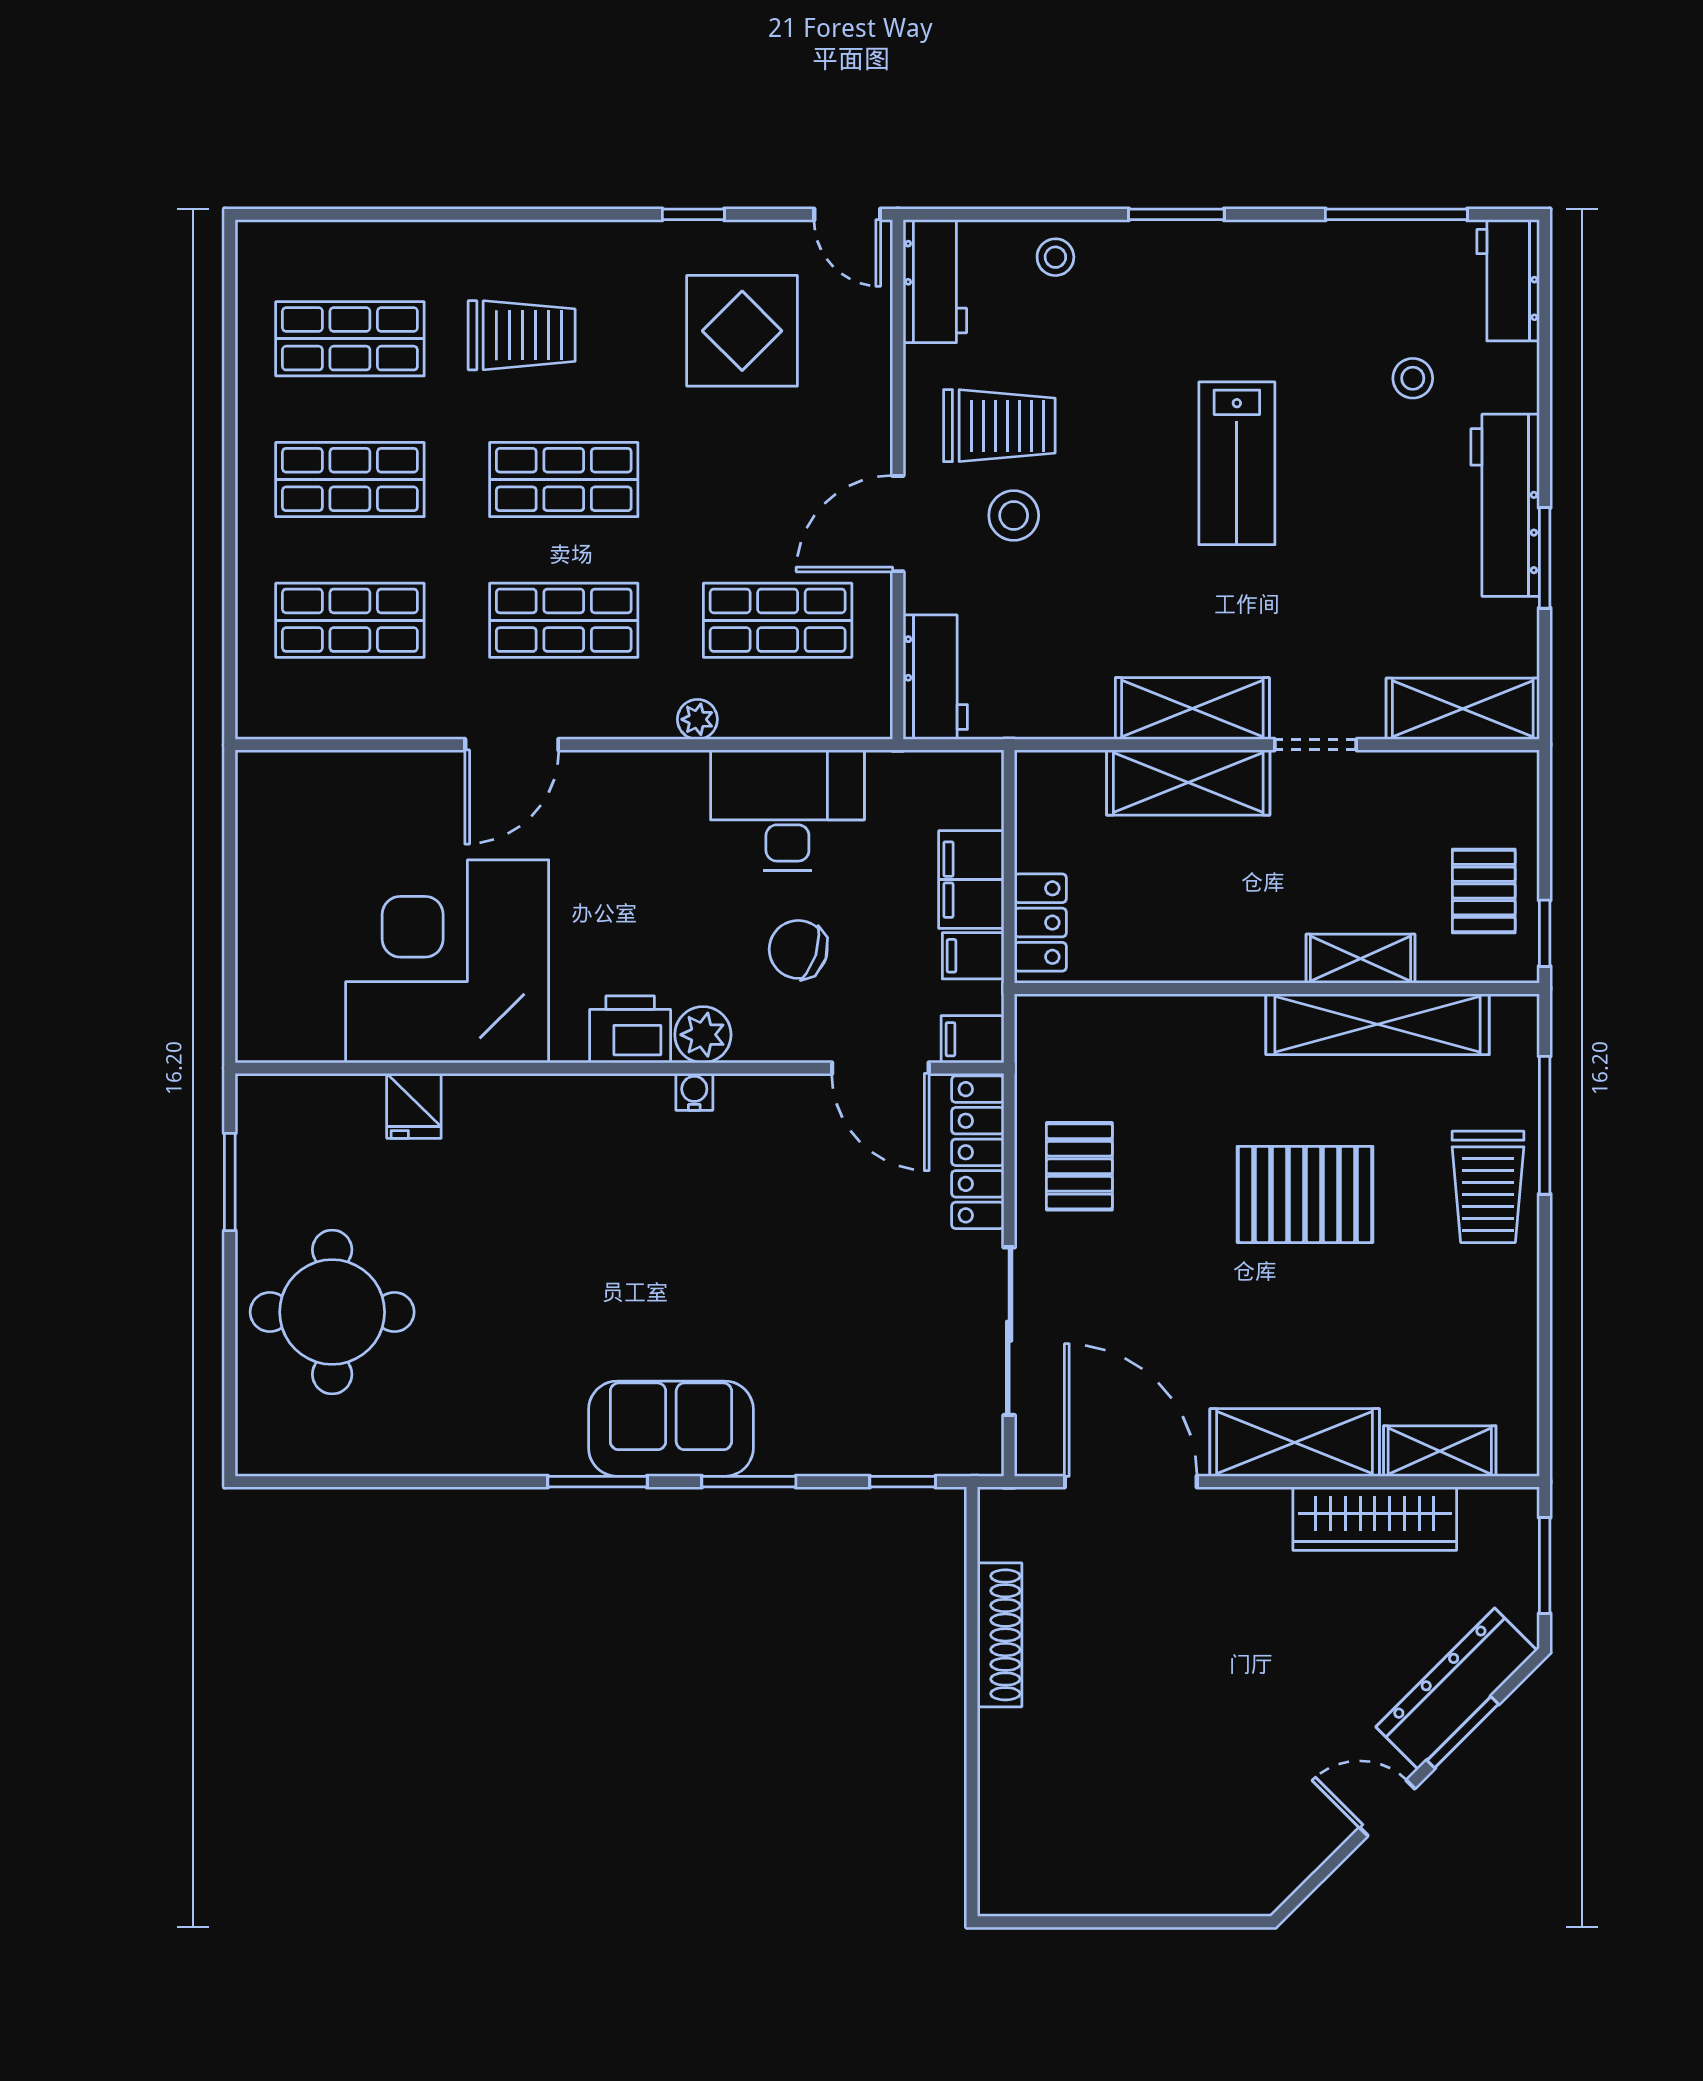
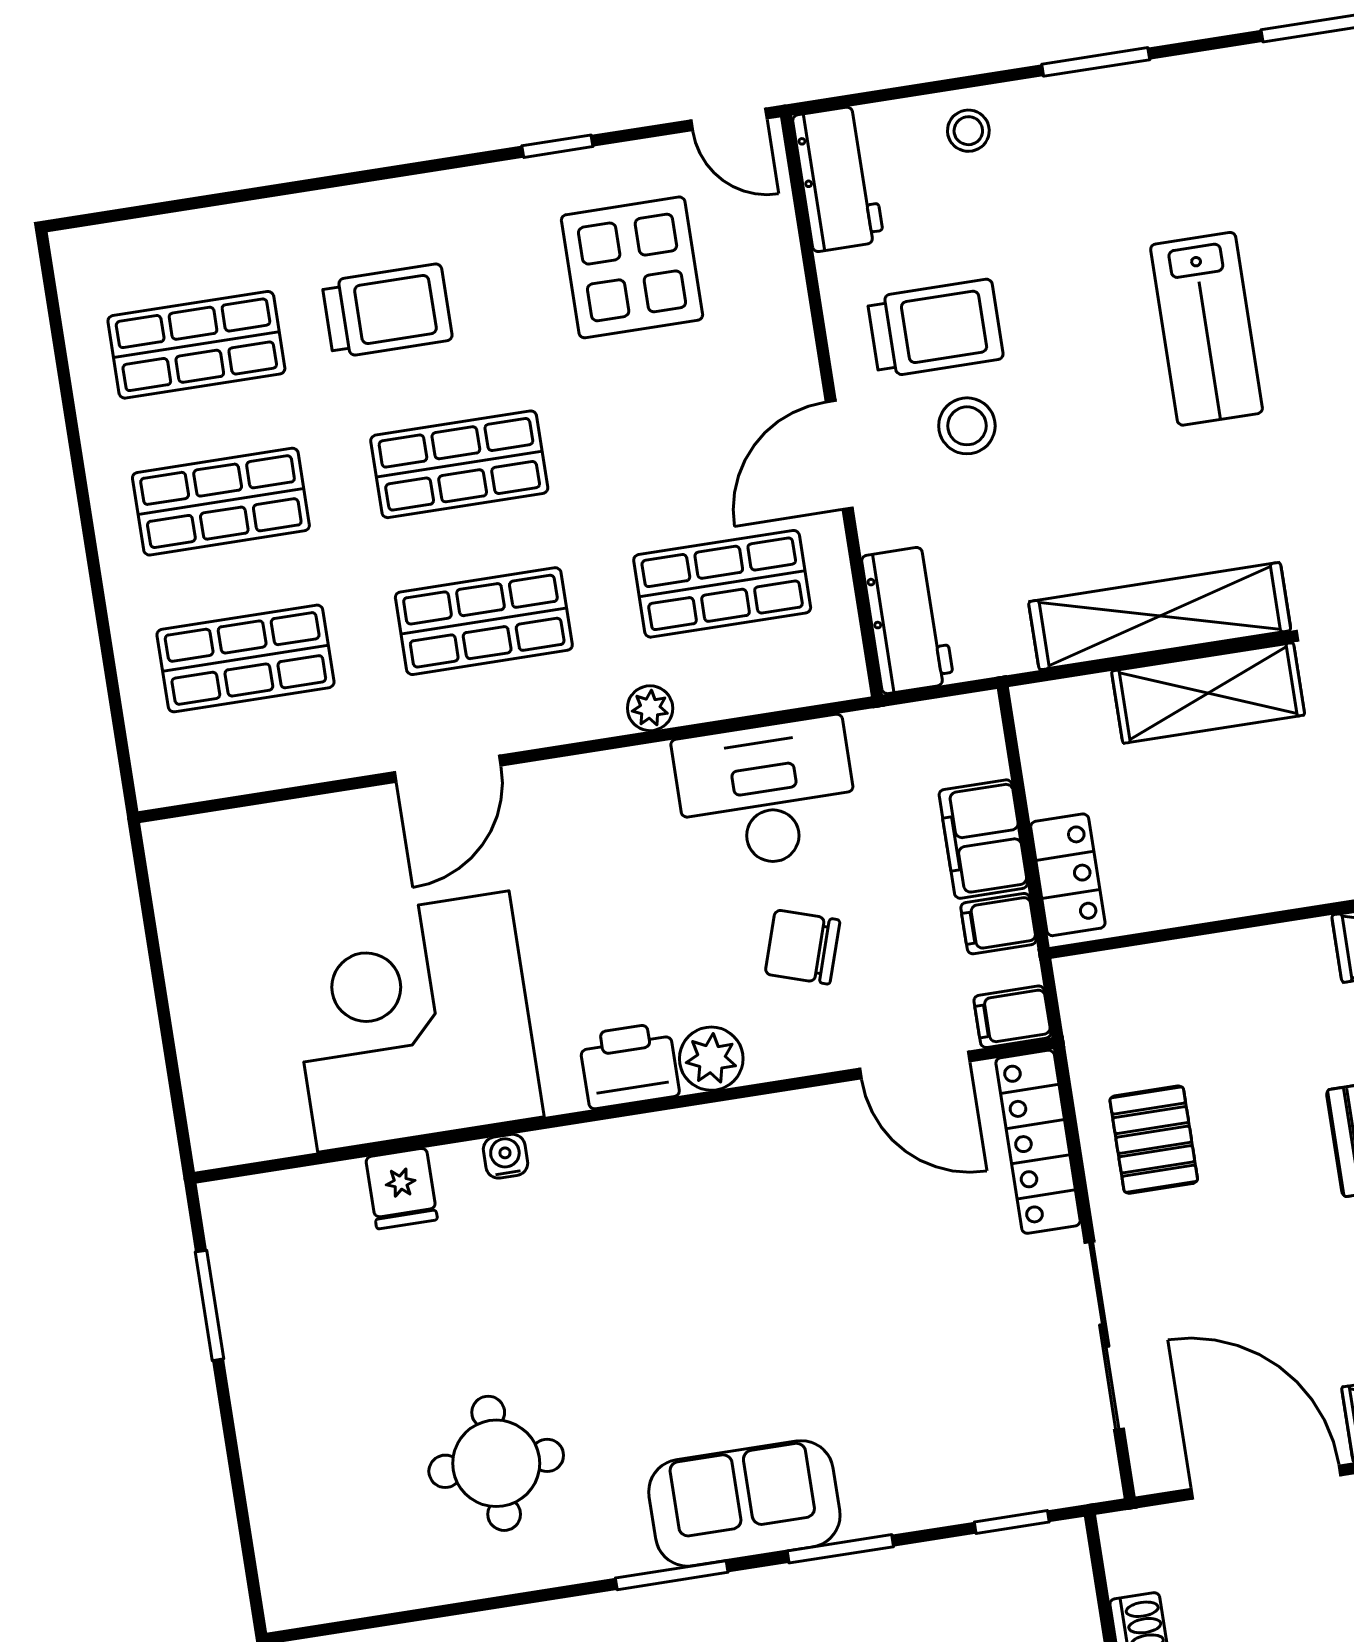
shelving: (1192, 709) -> (1160, 616), width x1.47
water cooler: (694, 1092) -> (506, 1156), moved
round table: (332, 1312) -> (496, 1463), moved, width x0.73, depth x0.73

